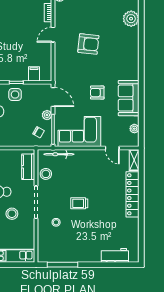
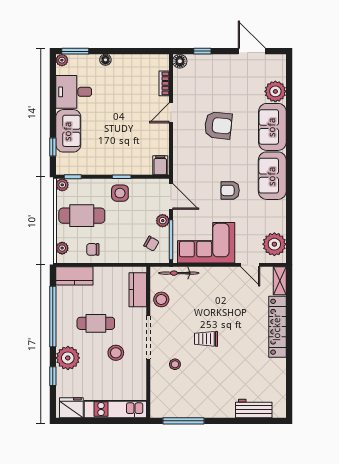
sofa: (129, 45) -> (272, 127), added
filing cabinet: (34, 74) -> (160, 165), moved
sofa: (129, 98) -> (272, 176), moved
plant: (134, 129) -> (274, 244), width x1.88, depth x1.88

